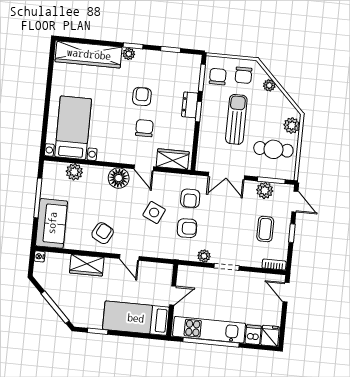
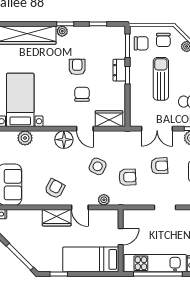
chair: (218, 77) -> (141, 43), turned 90
armchair: (190, 198) -> (159, 166), moved, turned -93
plant: (204, 256) -> (104, 200), moved
wardrobe: (87, 265) -> (57, 218), moved

